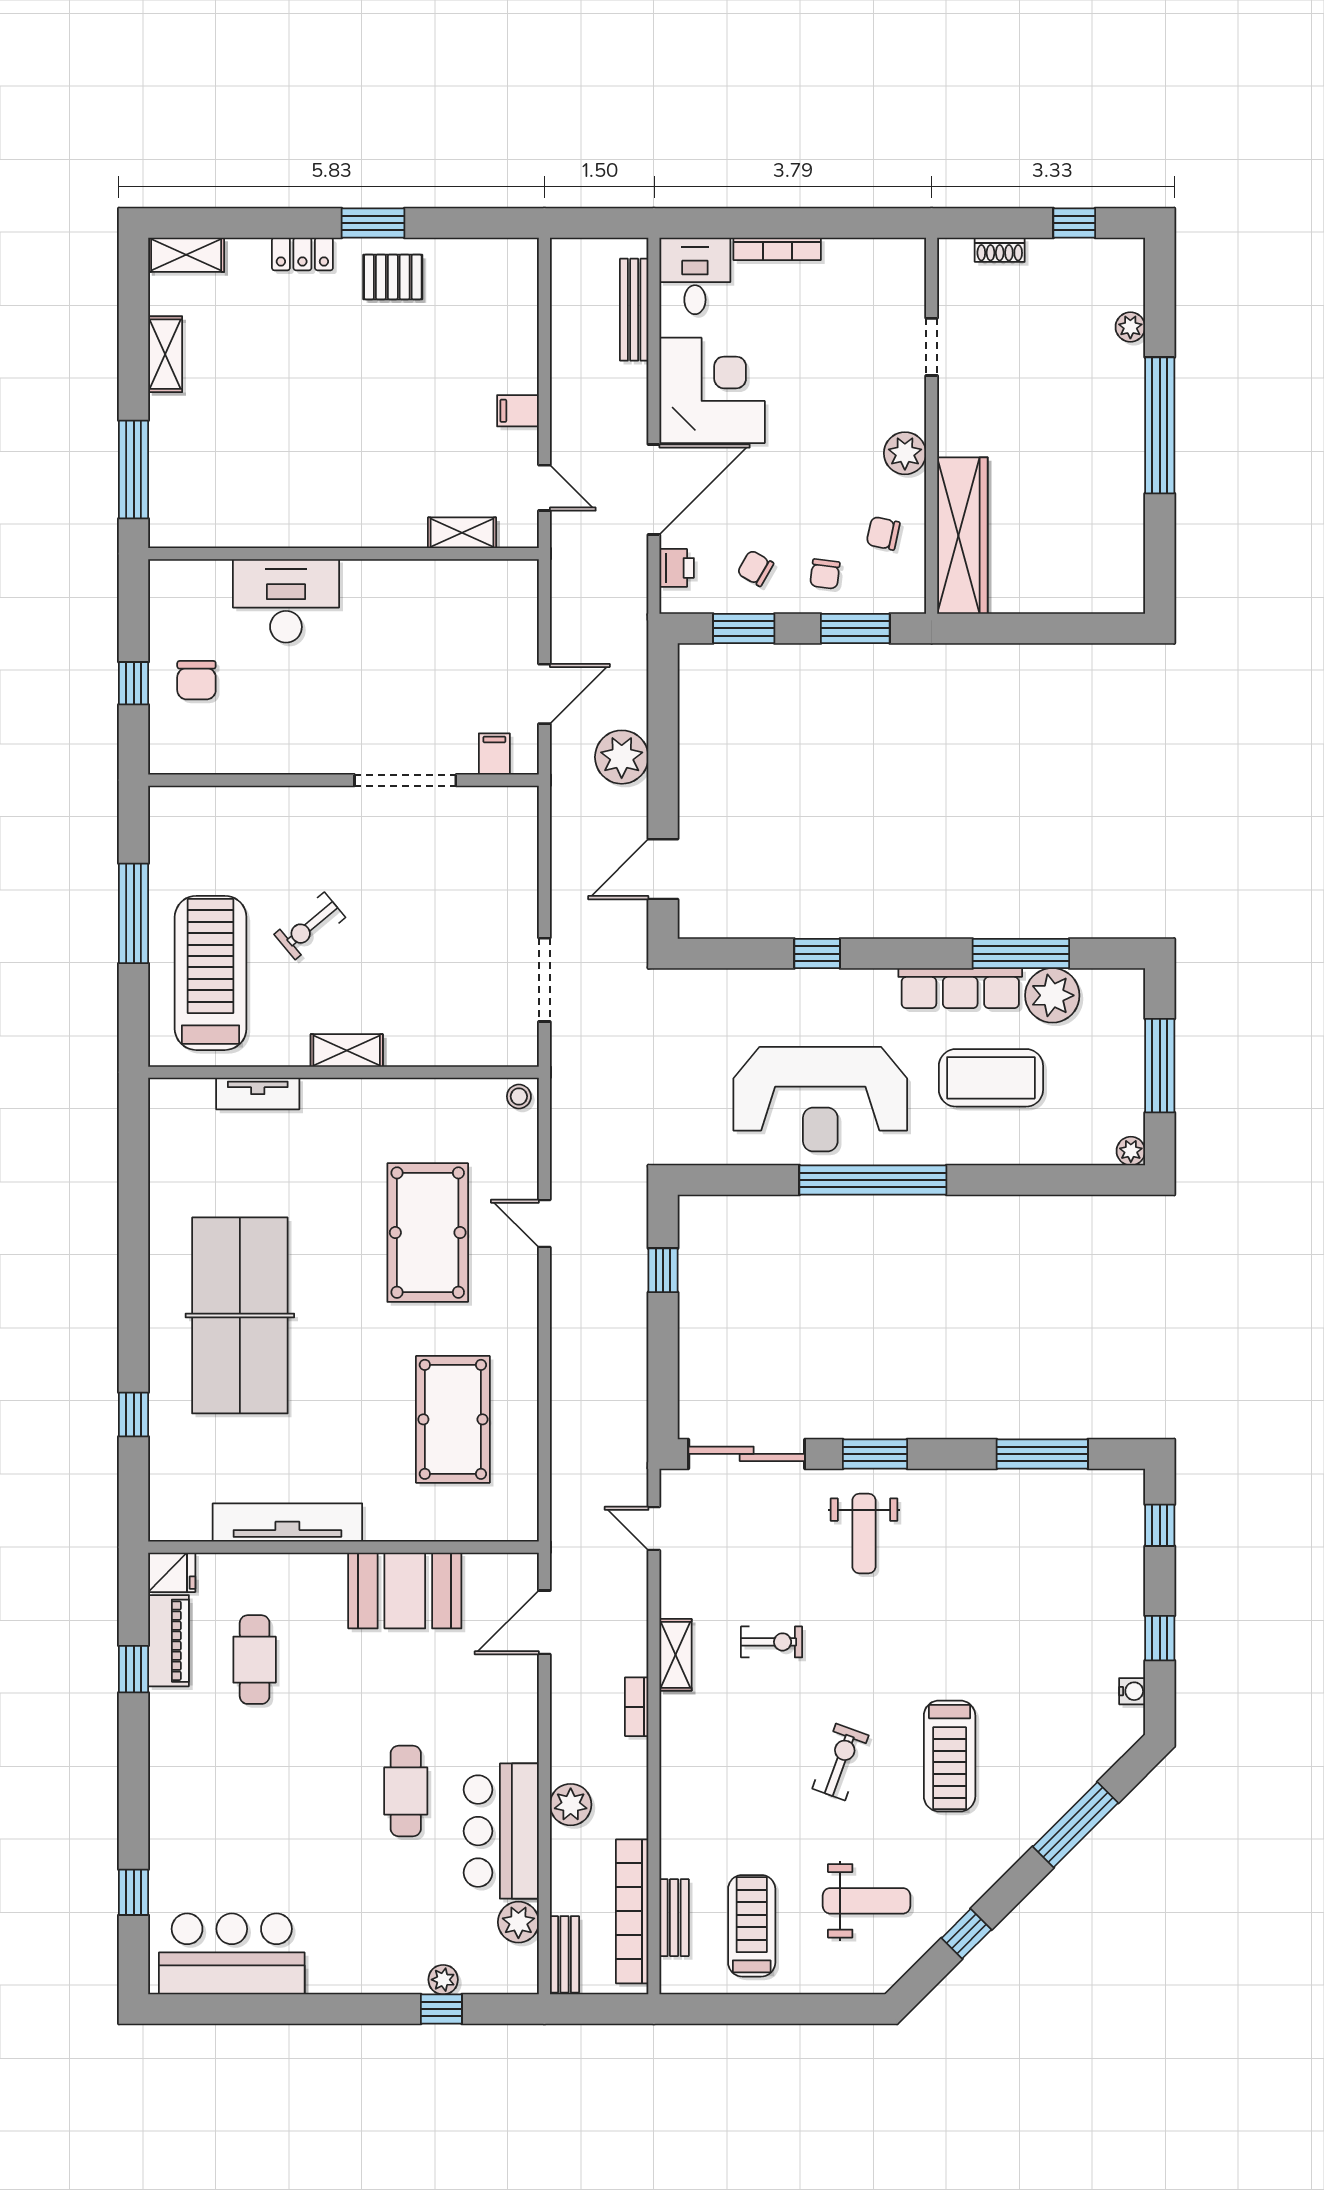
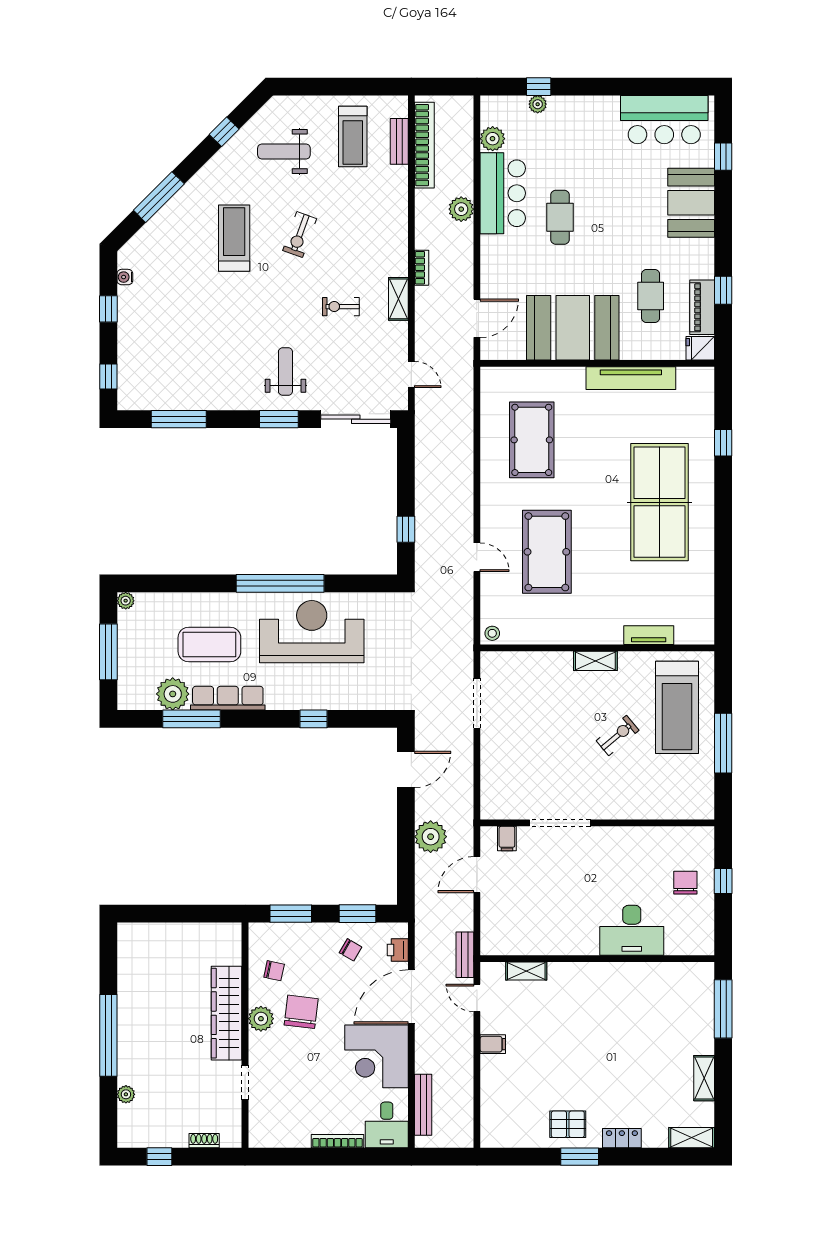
wardrobe: (962, 536) -> (227, 1013), moved
chair: (825, 574) -> (301, 1012), moved, width x1.87, depth x1.87
booth: (405, 1590) -> (573, 328), width x1.36, depth x1.42
booth: (187, 1815) -> (691, 203), added
bench: (564, 1954) -> (465, 955), moved

